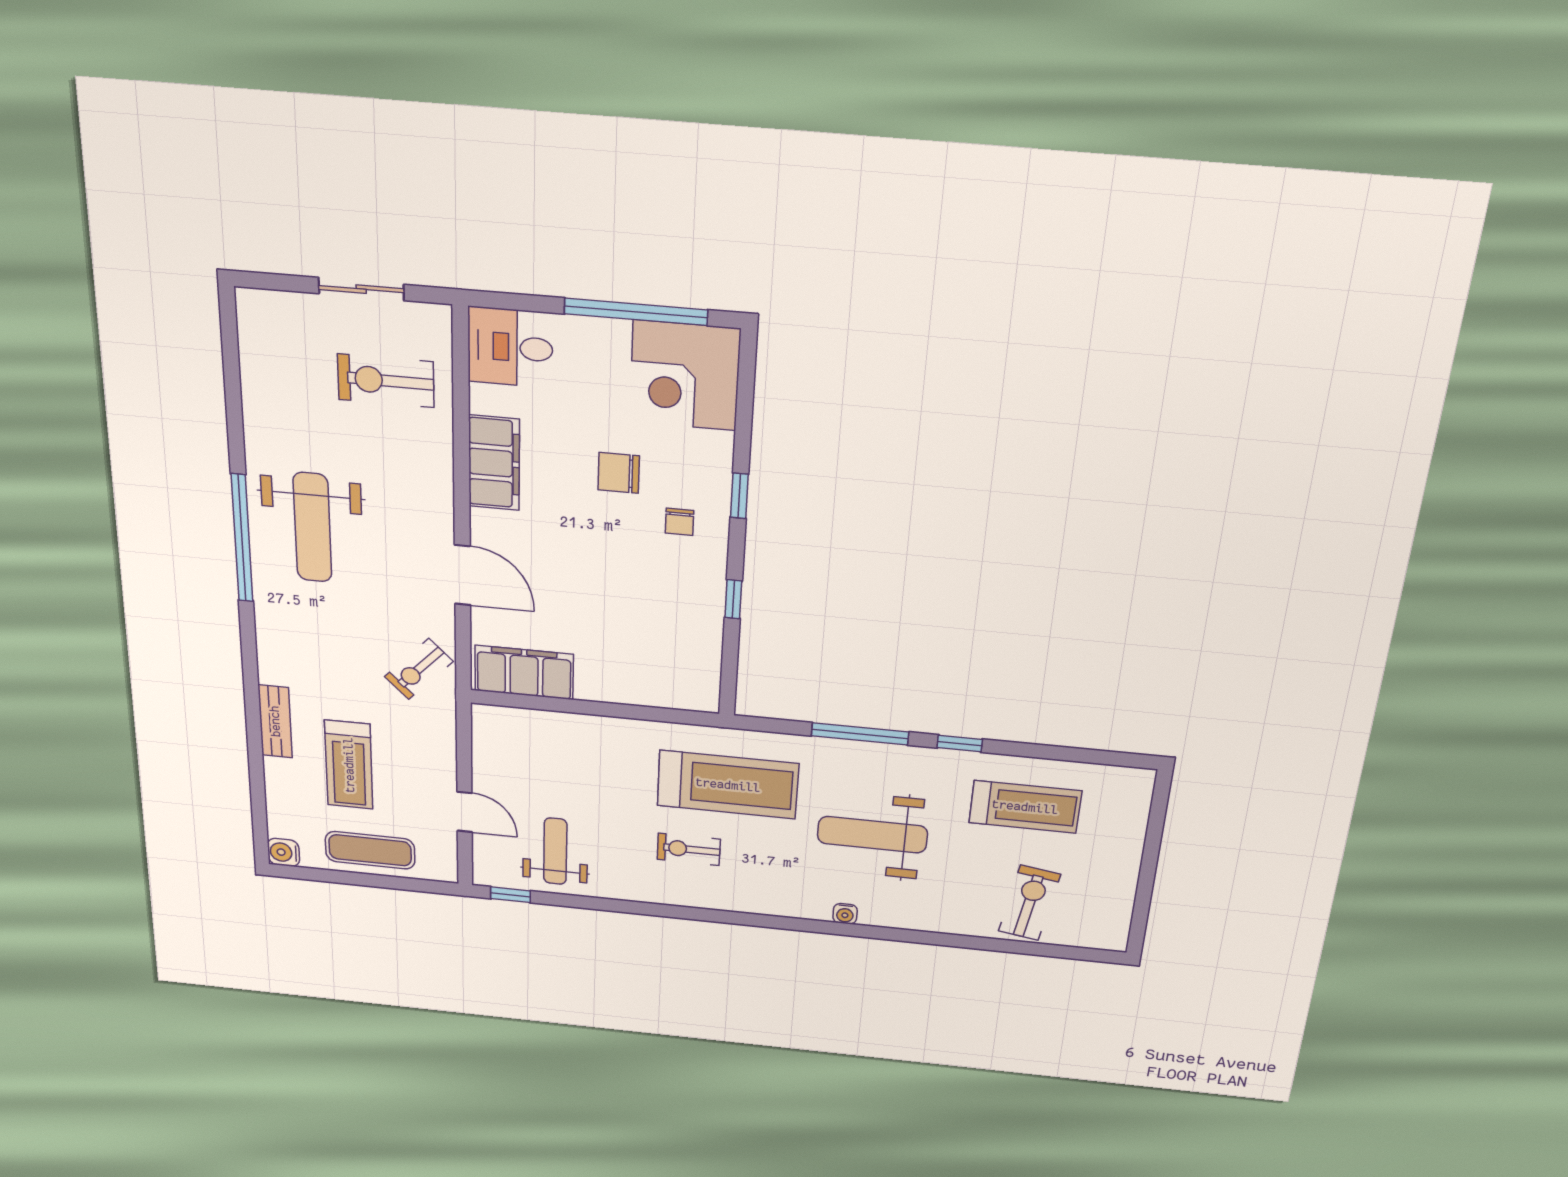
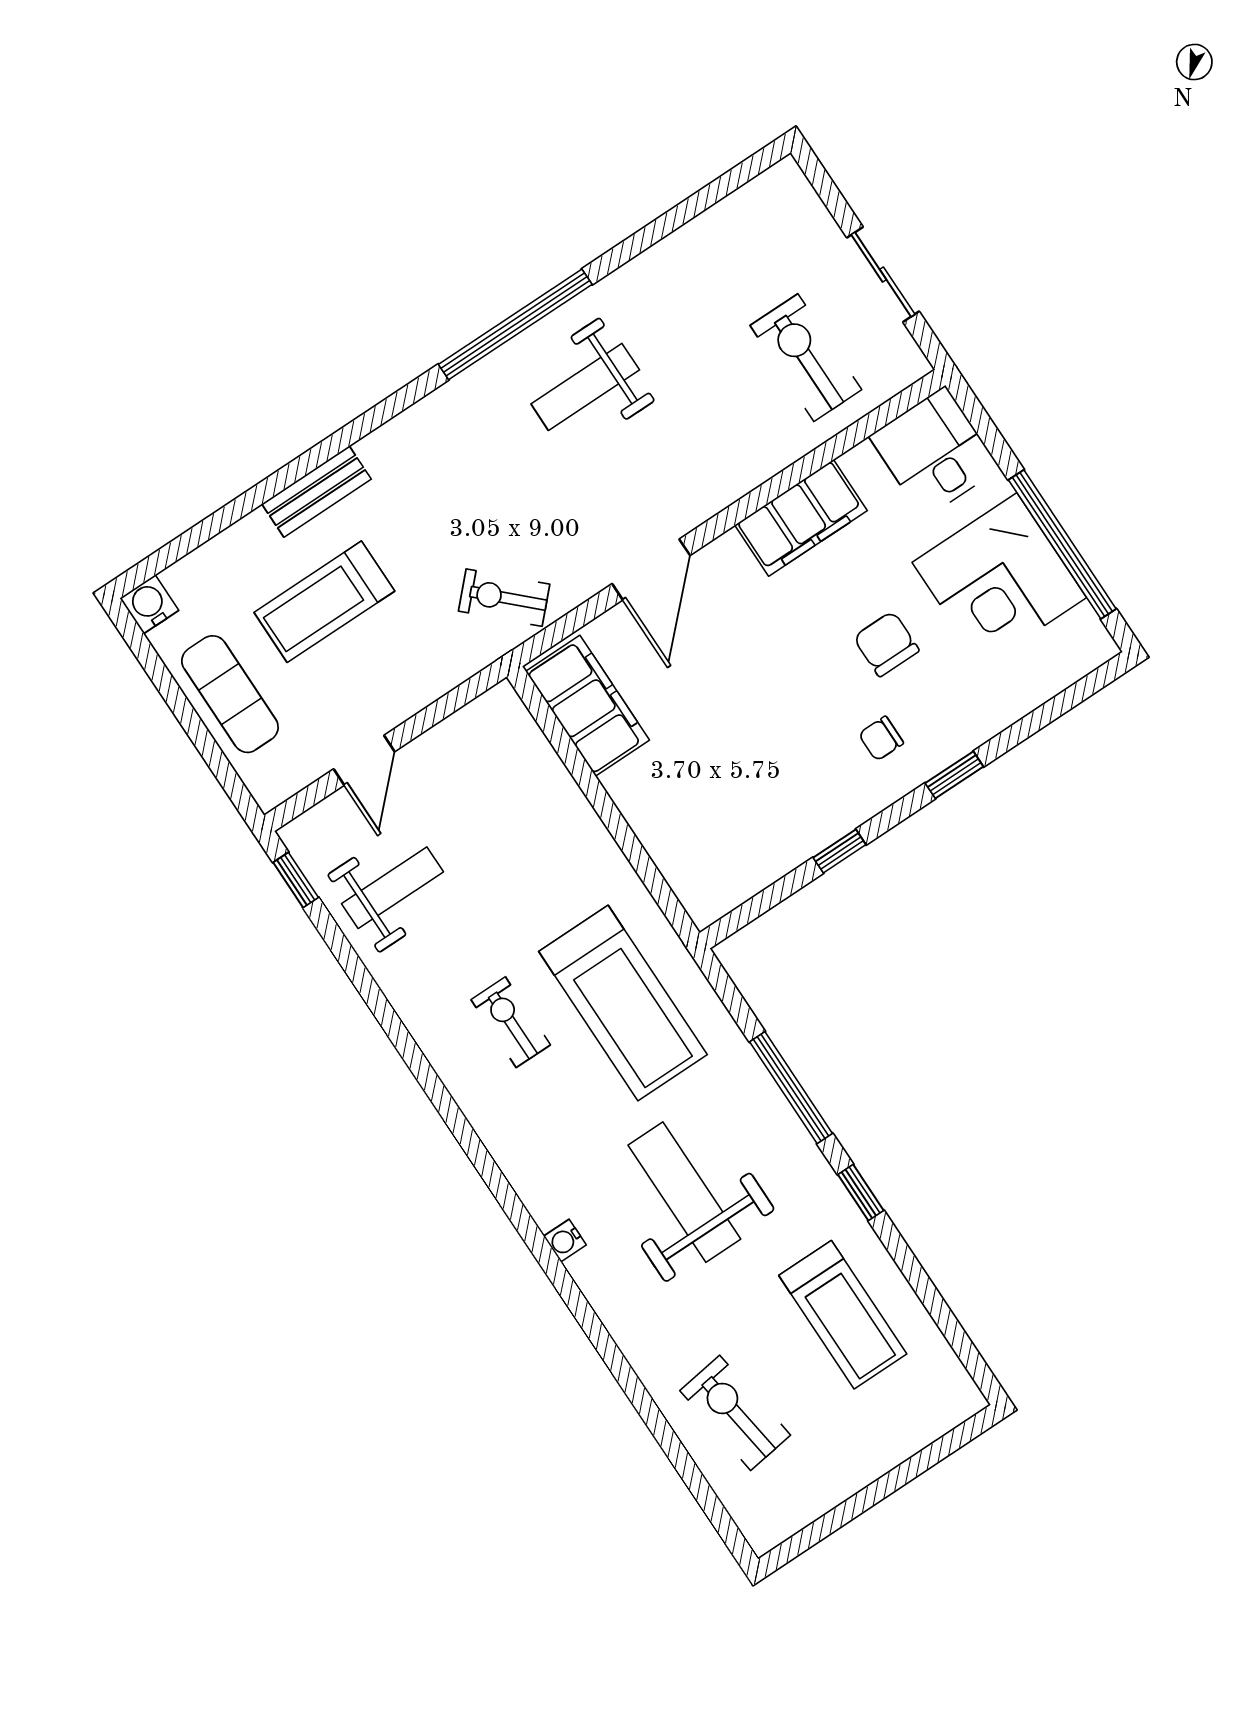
corner desk: (685, 376) -> (999, 580), moved, turned -90
weight bench: (312, 527) -> (585, 387), width x0.73, depth x0.75
exercise bike: (1029, 903) -> (735, 1413), turned -107

